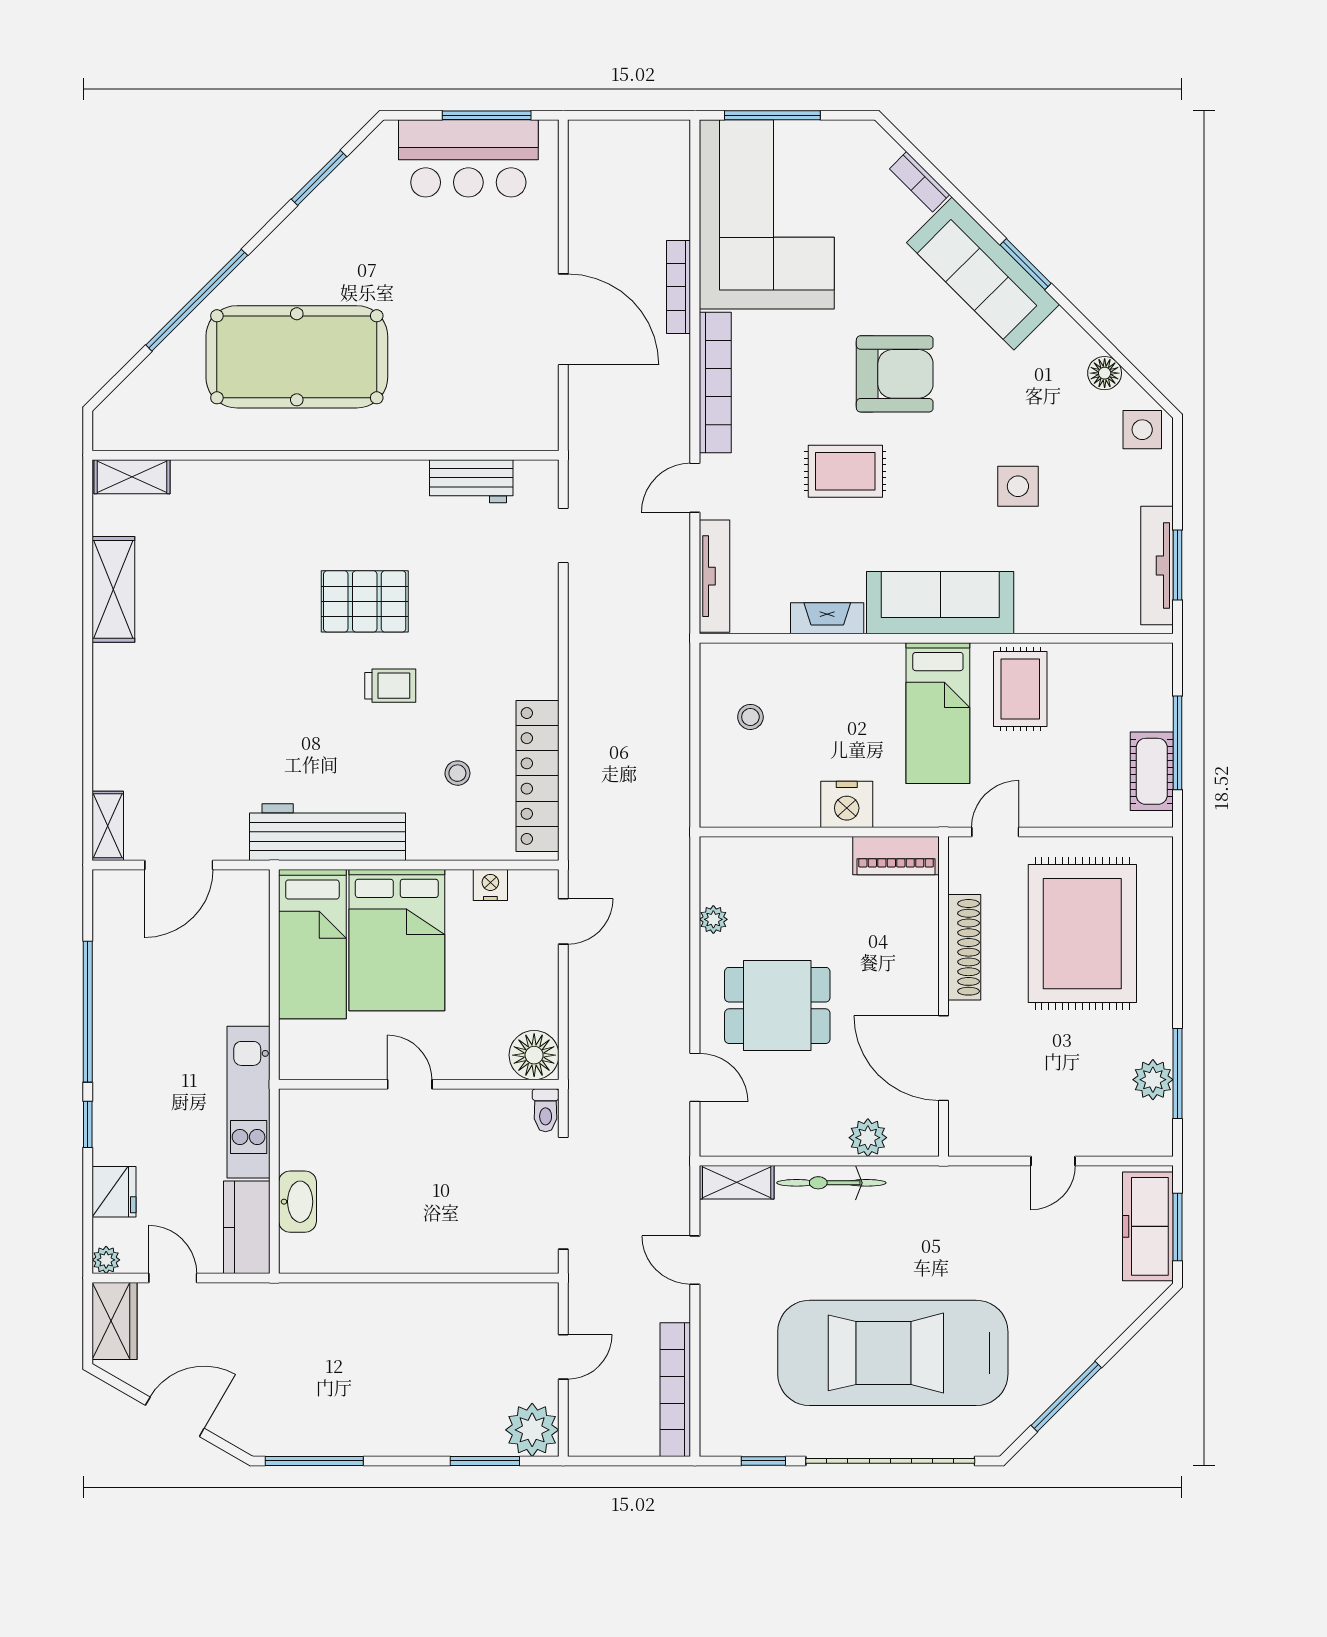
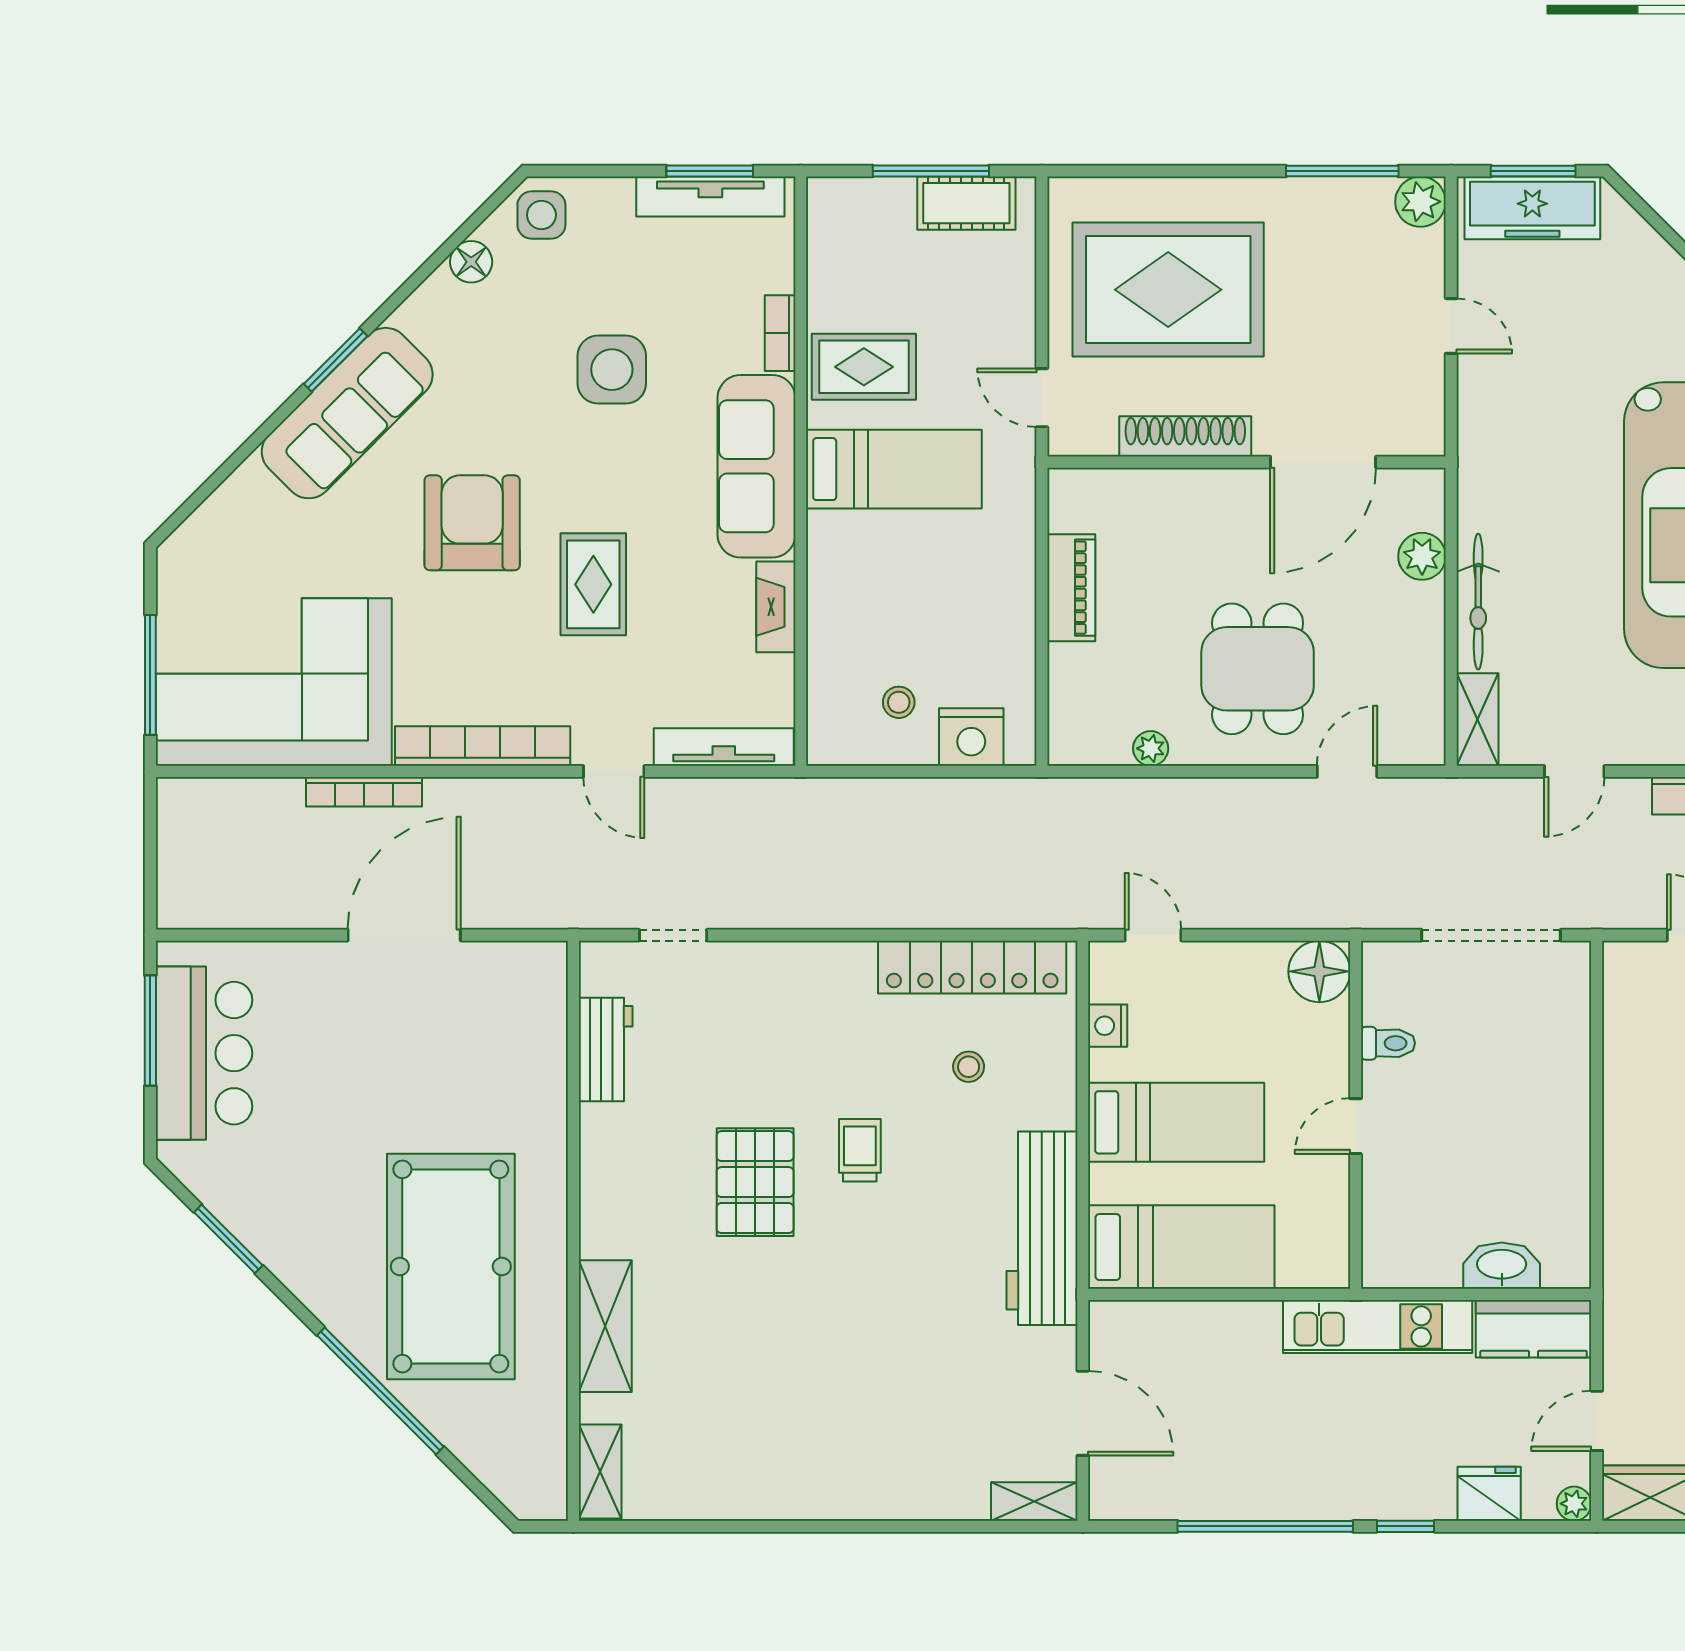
bookcase: (920, 182) -> (780, 333), moved, turned 135
side table: (1018, 486) -> (612, 370), width x1.37, depth x1.37
shelving: (113, 589) -> (605, 1326), moved, turned 90
nightstand: (847, 804) -> (971, 737), moved, turned 90
piano: (896, 856) -> (1071, 588), moved
bed: (397, 940) -> (1176, 1122), width x0.67
plant: (1153, 1080) -> (1420, 202), moved
toilet: (546, 1110) -> (1388, 1043), moved

